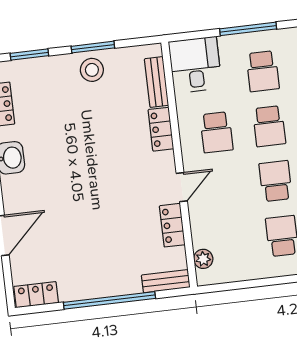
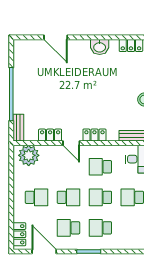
locker: (161, 129) -> (94, 135), moved
plant: (203, 259) -> (29, 155), width x1.88, depth x1.88
locker: (36, 295) -> (19, 52), removed

